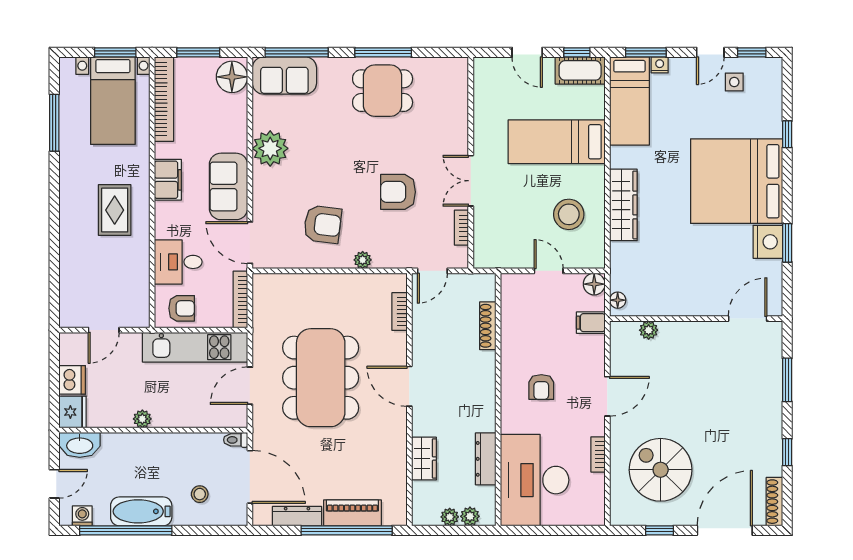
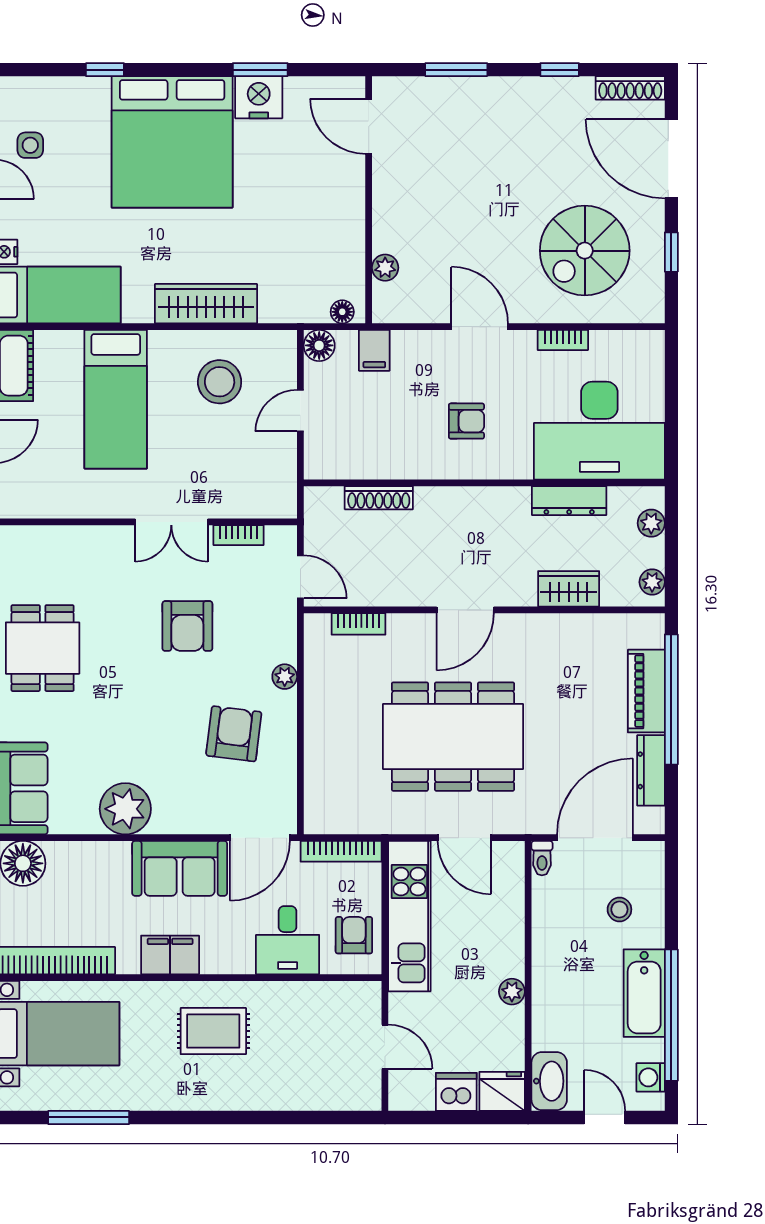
plant: (450, 517) -> (652, 582), moved

